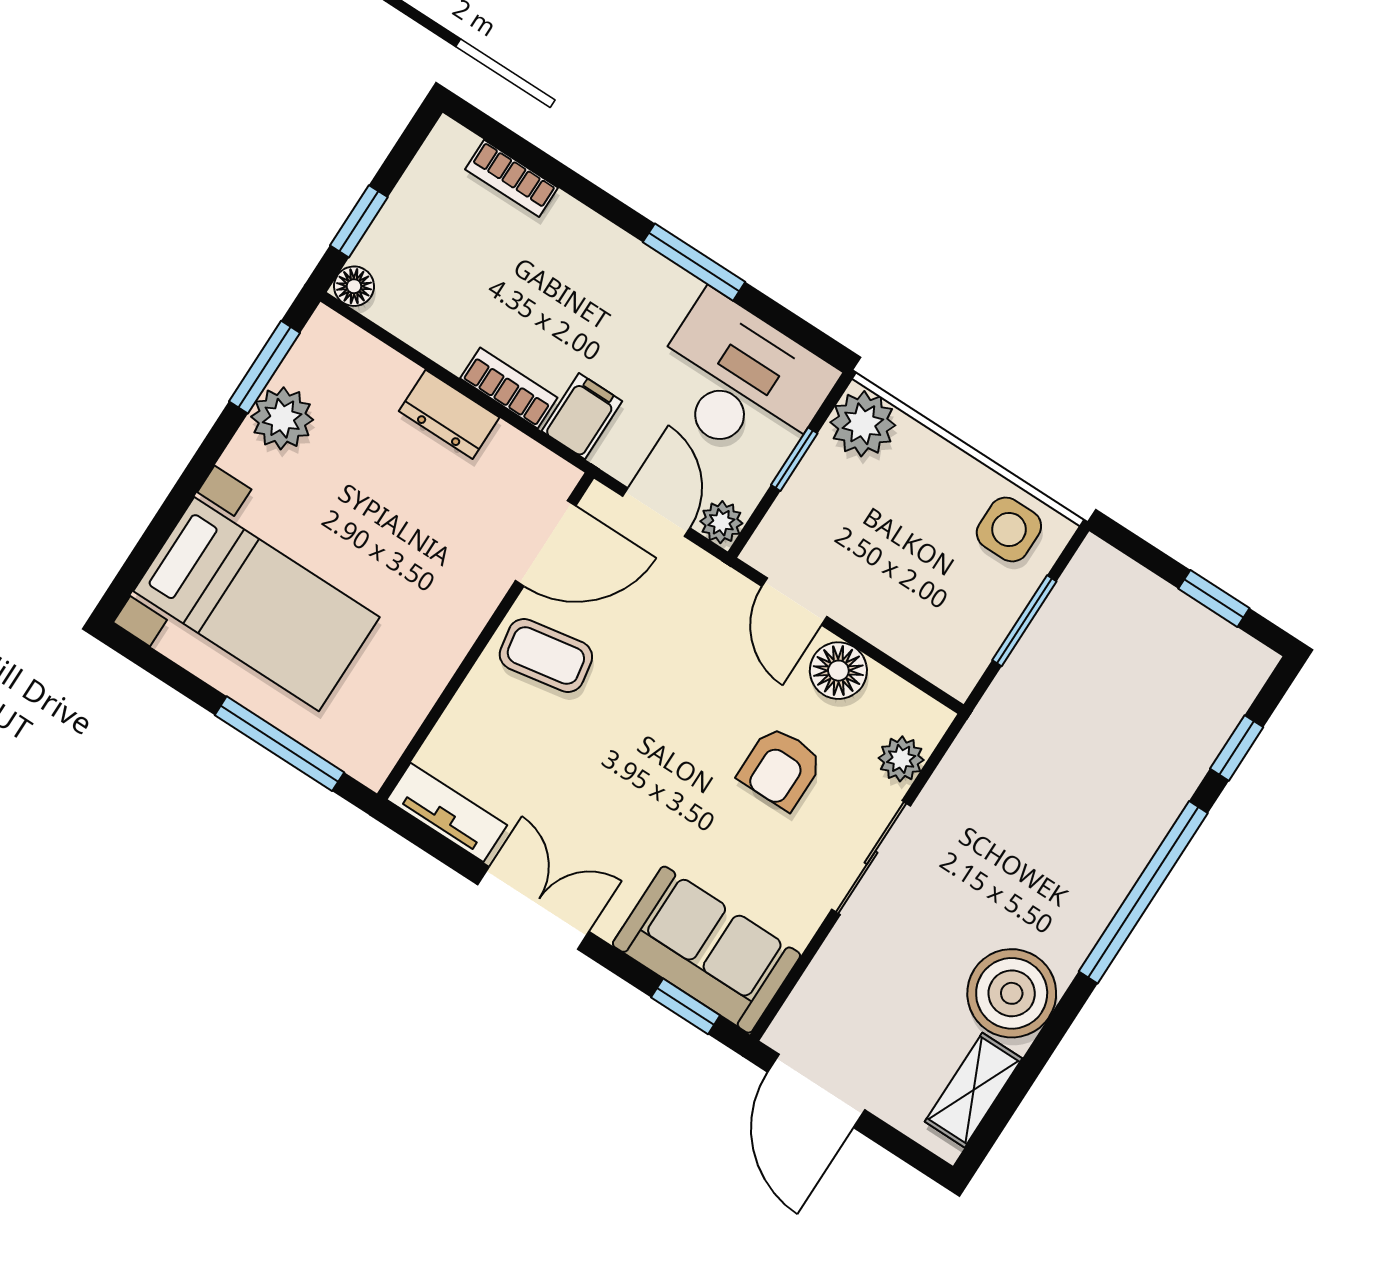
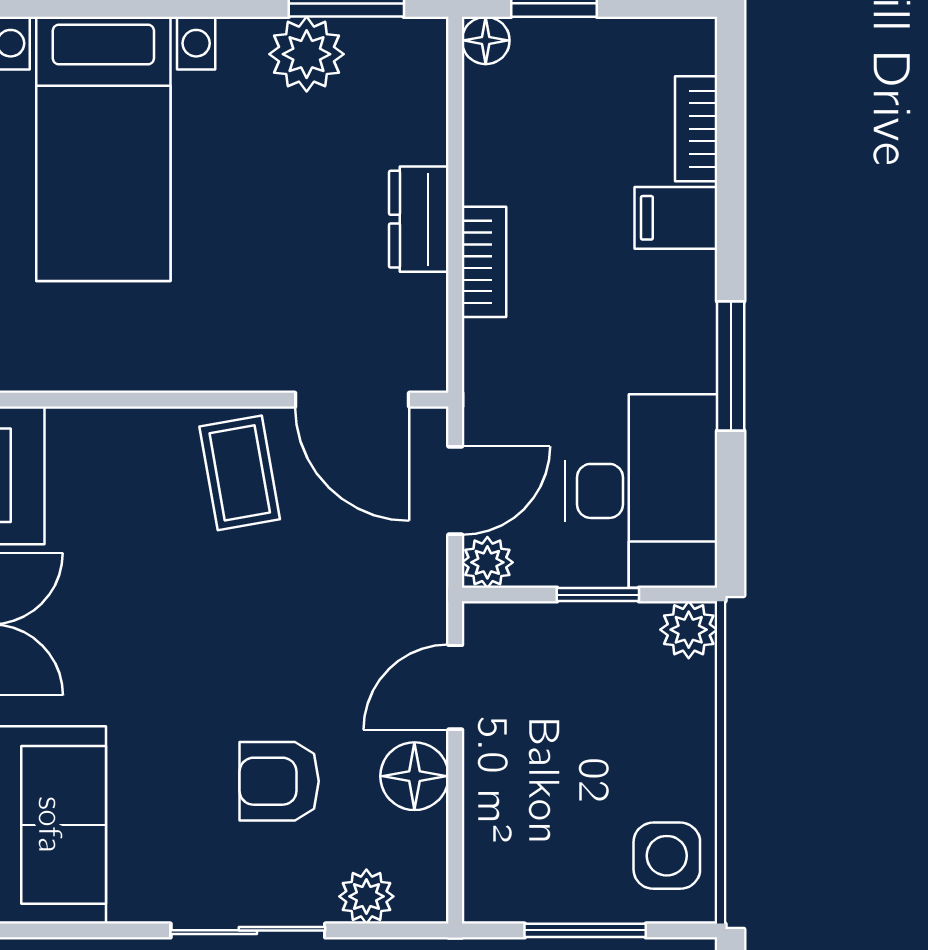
filing cabinet: (582, 416) -> (676, 218), moved, turned 180
plant: (863, 424) -> (689, 630), width x0.73, depth x0.73

